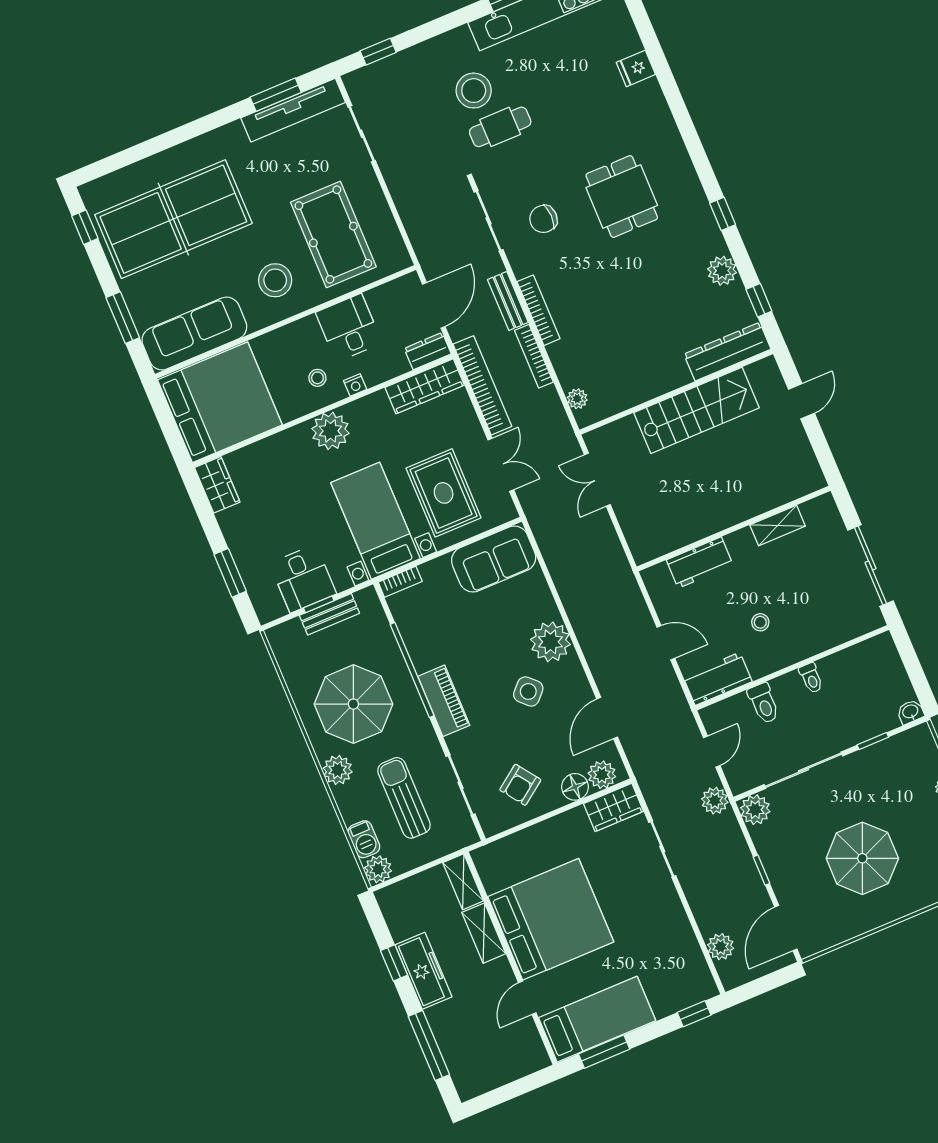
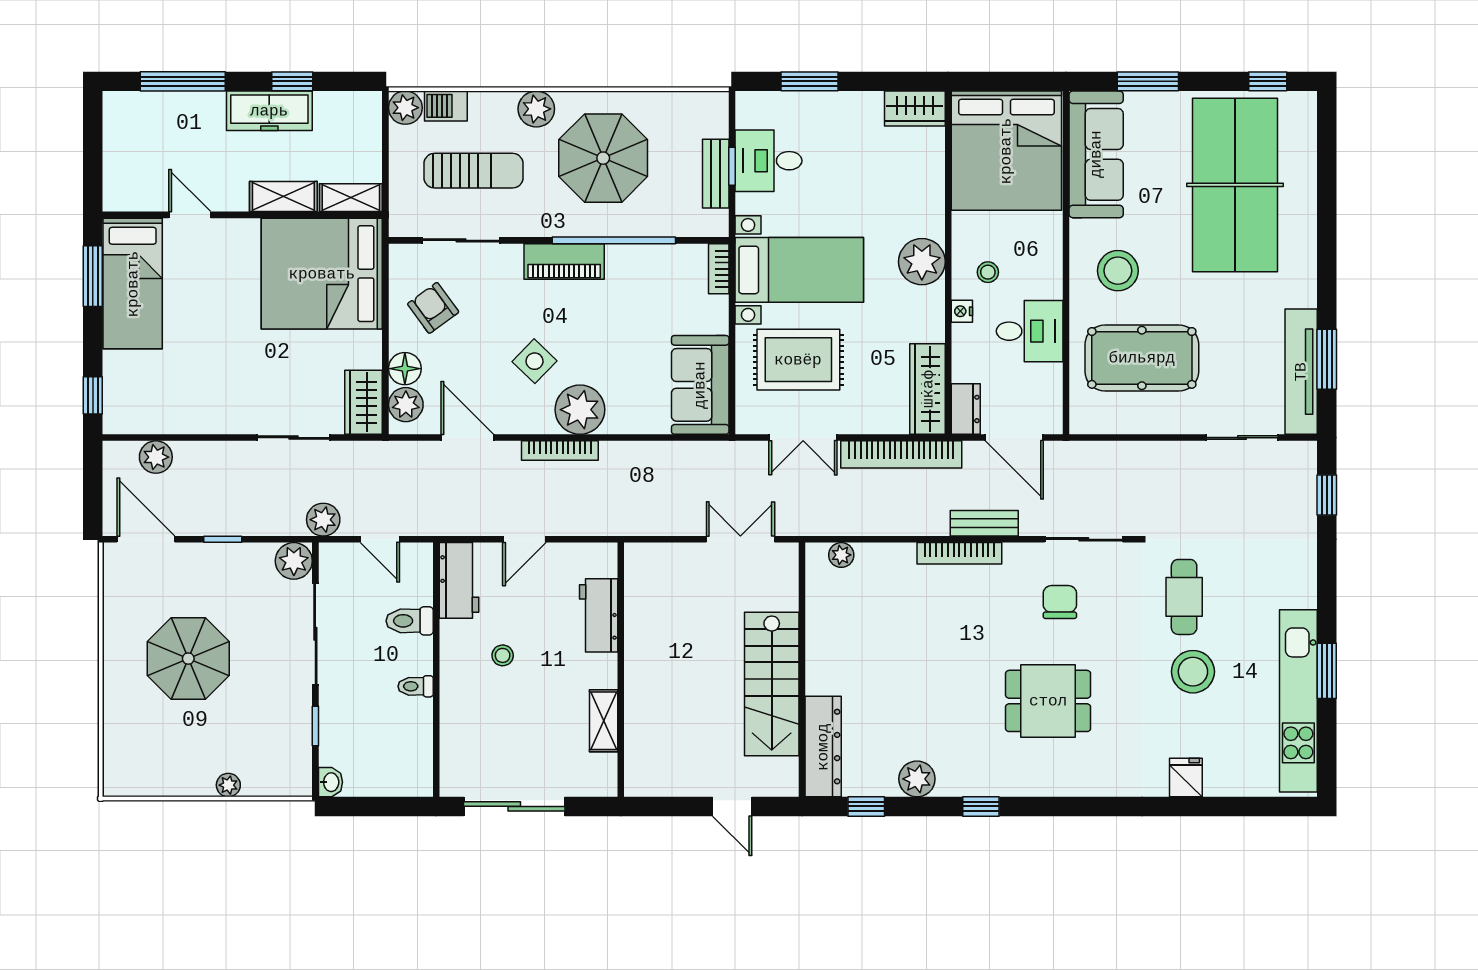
stool: (474, 91) -> (1193, 672), moved
bookcase: (534, 356) -> (560, 451), moved, turned 180
bed: (551, 919) -> (322, 274), moved, turned 90

